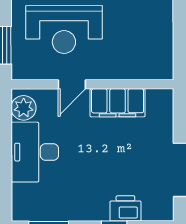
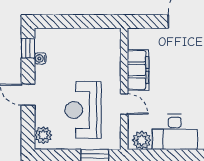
reception desk: (64, 30) -> (83, 110), turned 180

